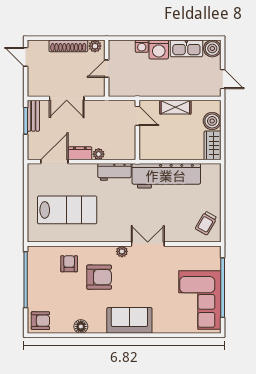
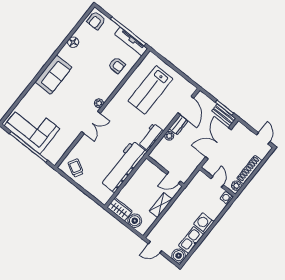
washing machine: (142, 46) -> (227, 198), moved
door: (26, 57) -> (263, 138), hinge flipped
double door: (67, 98) -> (218, 143), width x1.37
tv unit: (34, 268) -> (131, 41), added
armchair: (99, 277) -> (94, 77), removed

